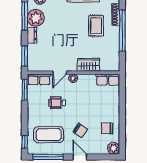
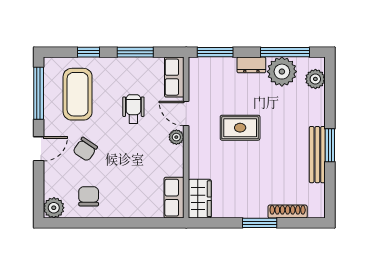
rug: (96, 26) -> (240, 128), moved
window: (122, 31) -> (260, 223), width x0.47
wardrobe: (88, 65) -> (200, 199), moved
window: (25, 90) -> (135, 52), moved
window: (25, 142) -> (89, 52), moved

